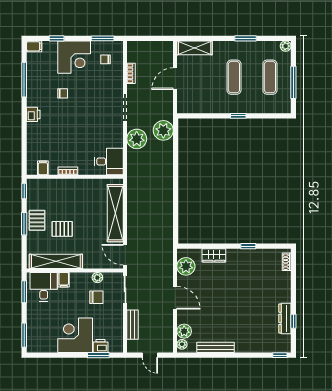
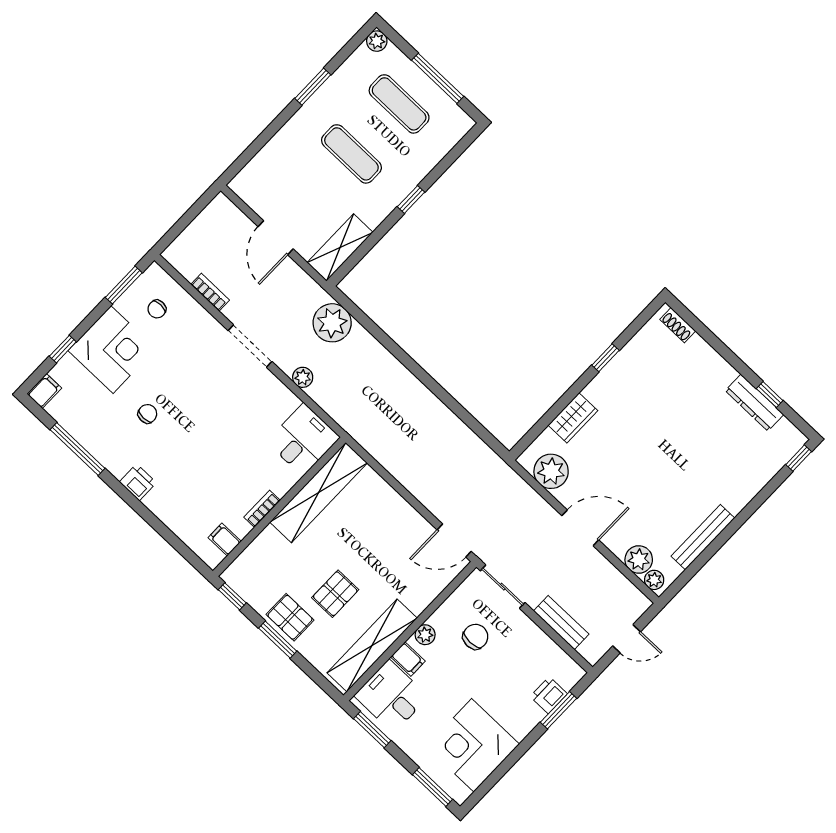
shelving: (195, 48) -> (340, 247), moved
plant: (137, 139) -> (303, 377), width x0.53, depth x0.53
shelving: (115, 213) -> (319, 493), moved, turned 90
plant: (97, 278) -> (425, 635), moved
corner desk: (75, 335) -> (473, 745), moved

